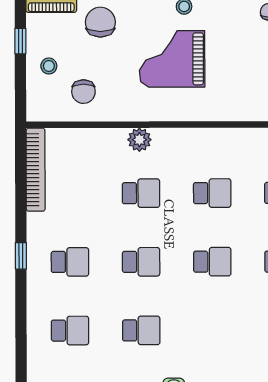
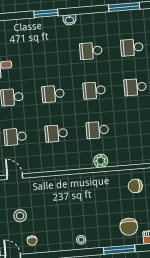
grand piano: (172, 59) -> (86, 209), removed
chair: (83, 92) -> (135, 186), turned -90

